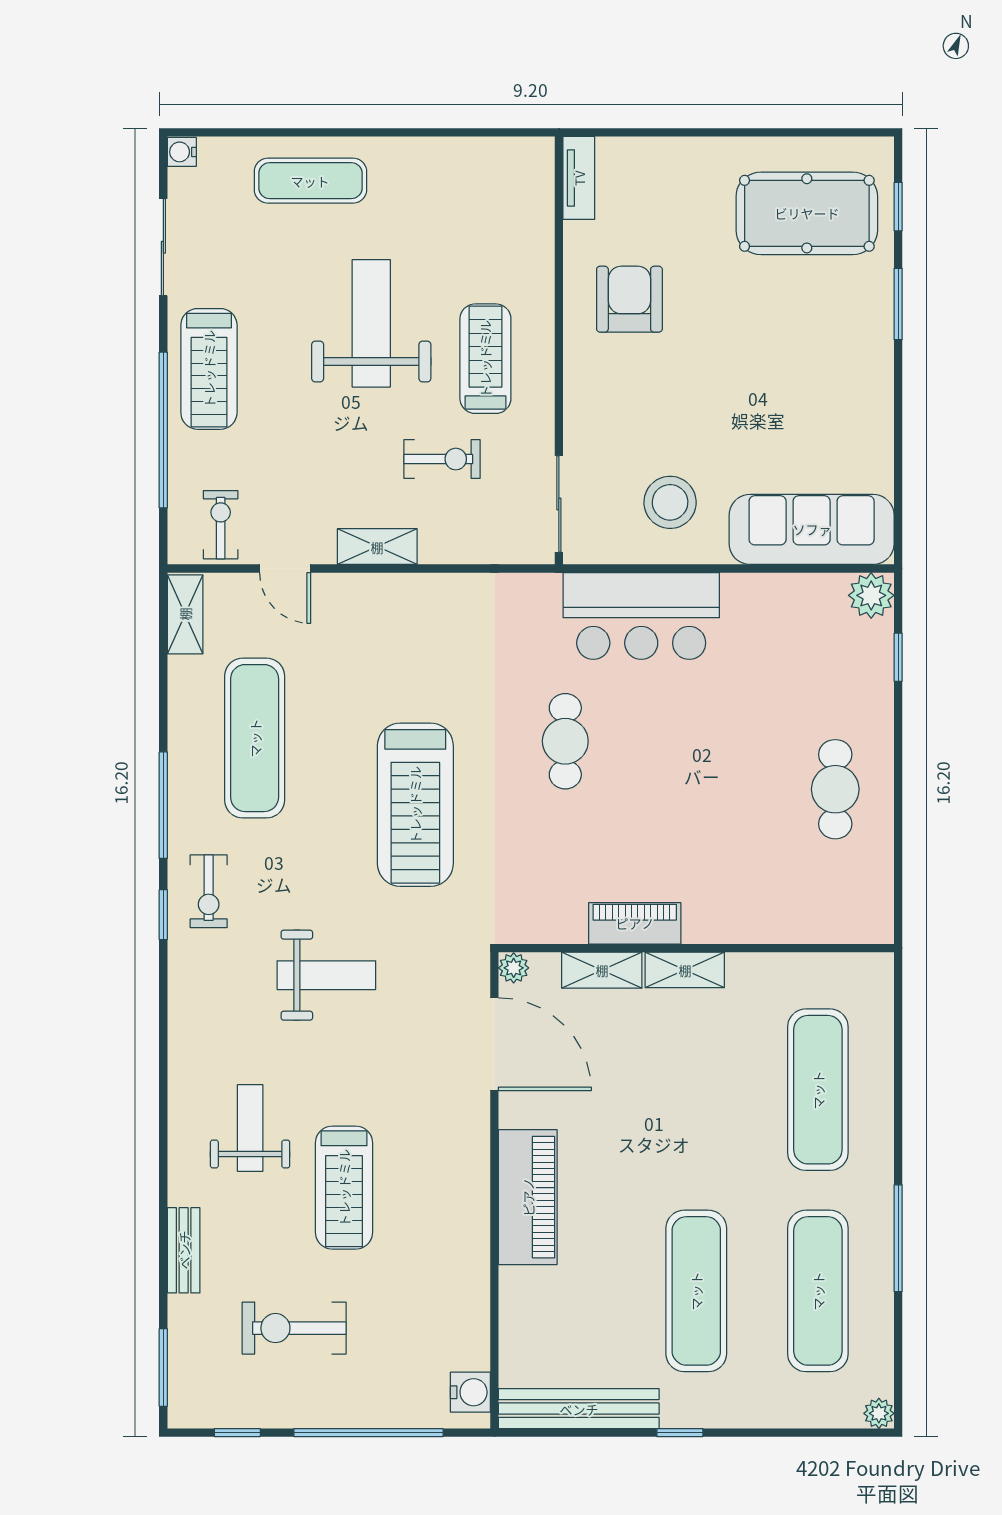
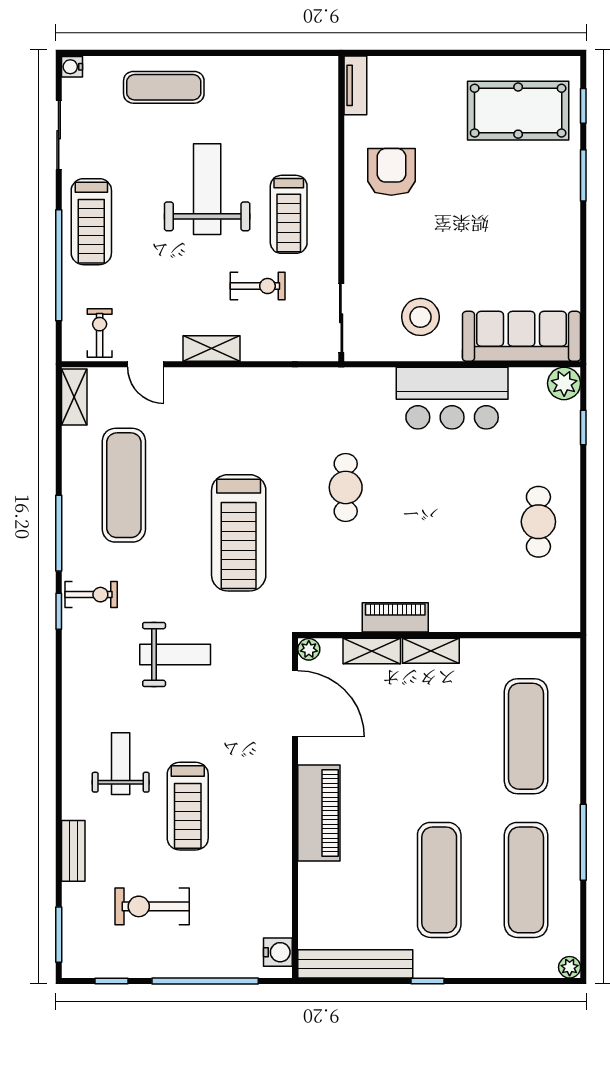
treadmill: (485, 359) -> (289, 214), turned 180
bar counter: (641, 616) -> (452, 398), moved
exercise bike: (209, 891) -> (91, 595), turned -90

